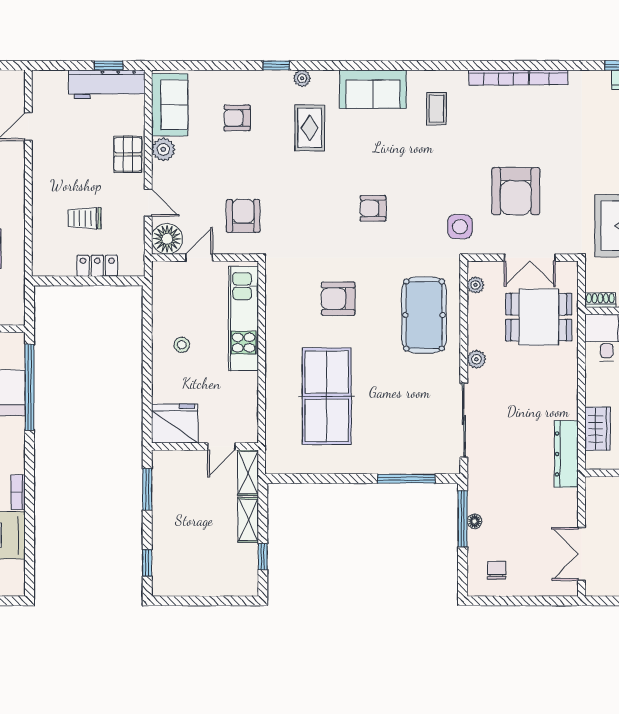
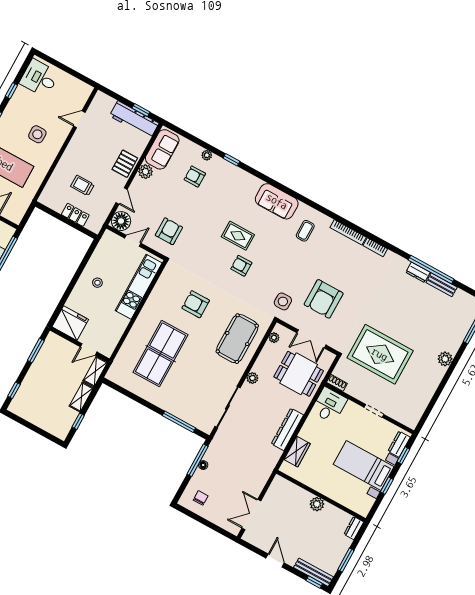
plant: (302, 78) -> (207, 155), moved
rug: (310, 128) -> (238, 236), moved, turned 90
dresser: (566, 454) -> (287, 429), moved

